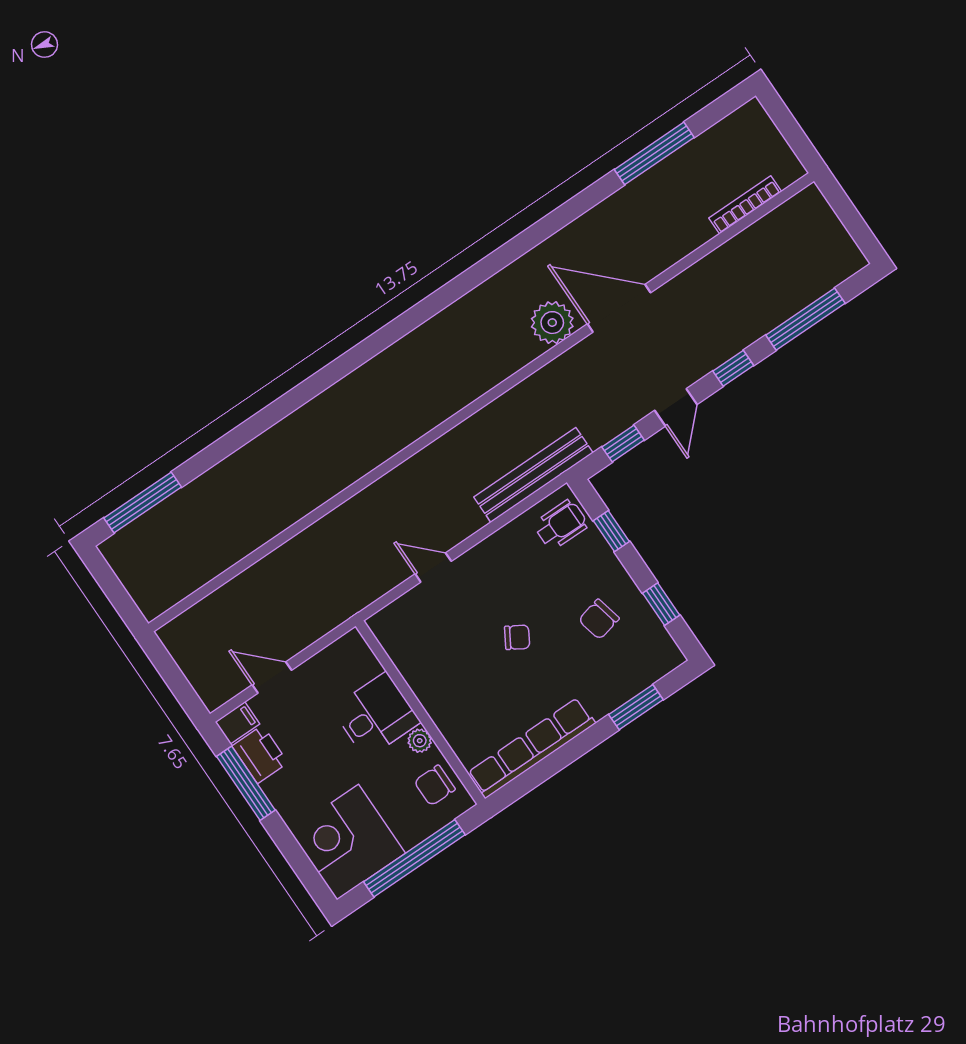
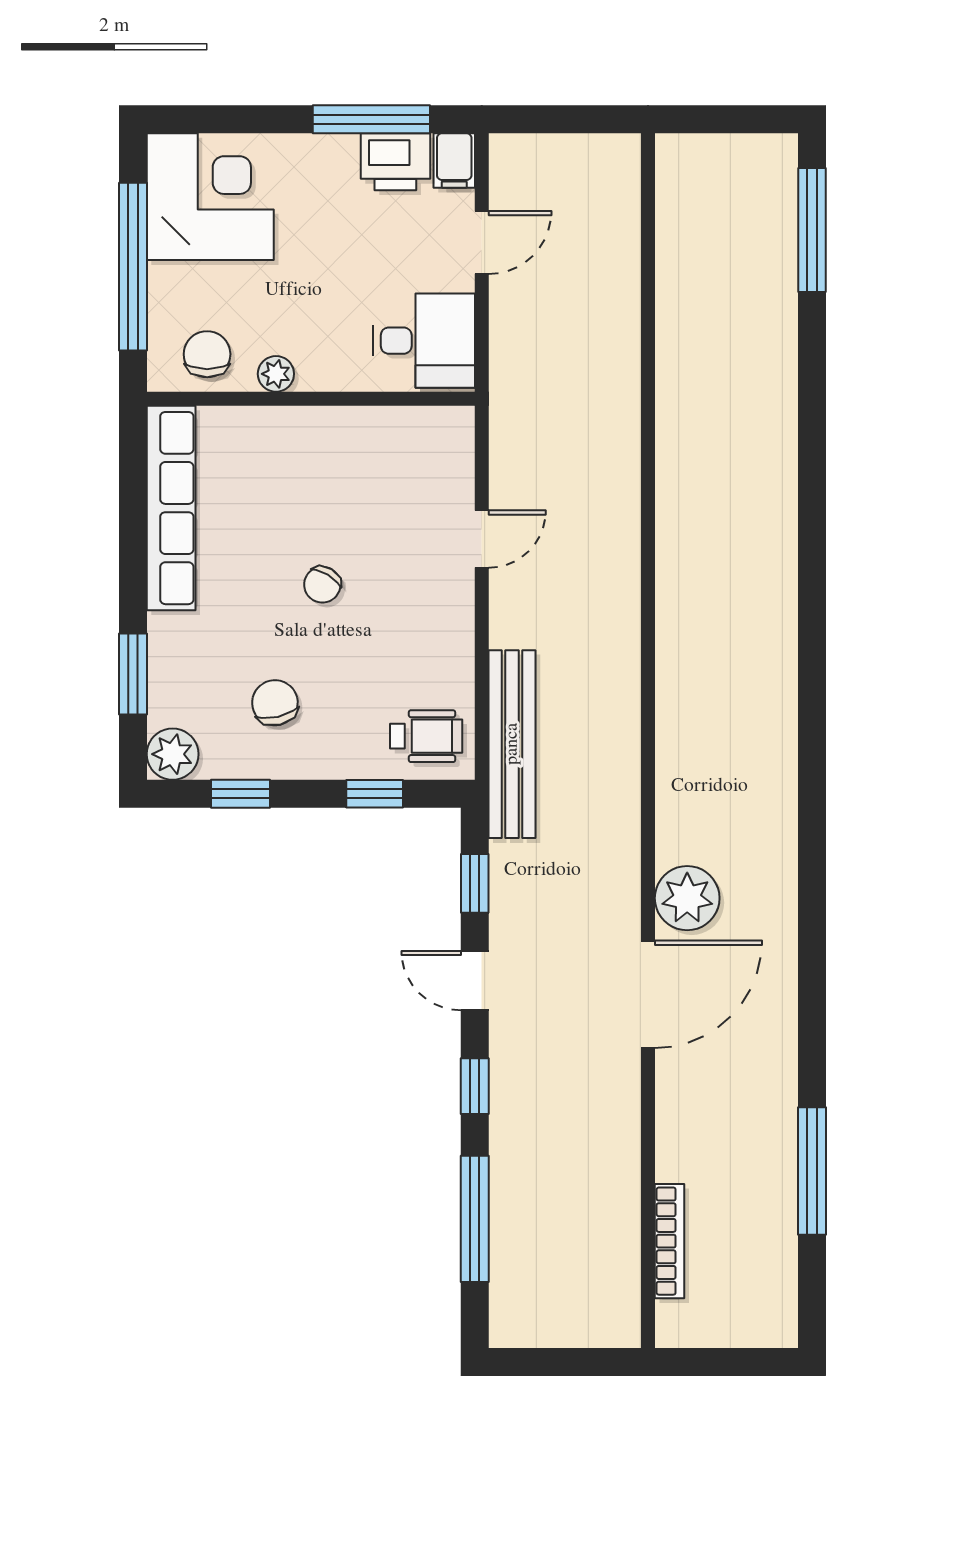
wheelchair: (561, 525) -> (426, 736), turned -90
plant: (665, 656) -> (173, 754), added
desk: (376, 715) -> (424, 341), moved, turned -90

